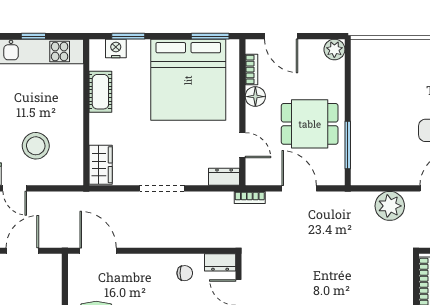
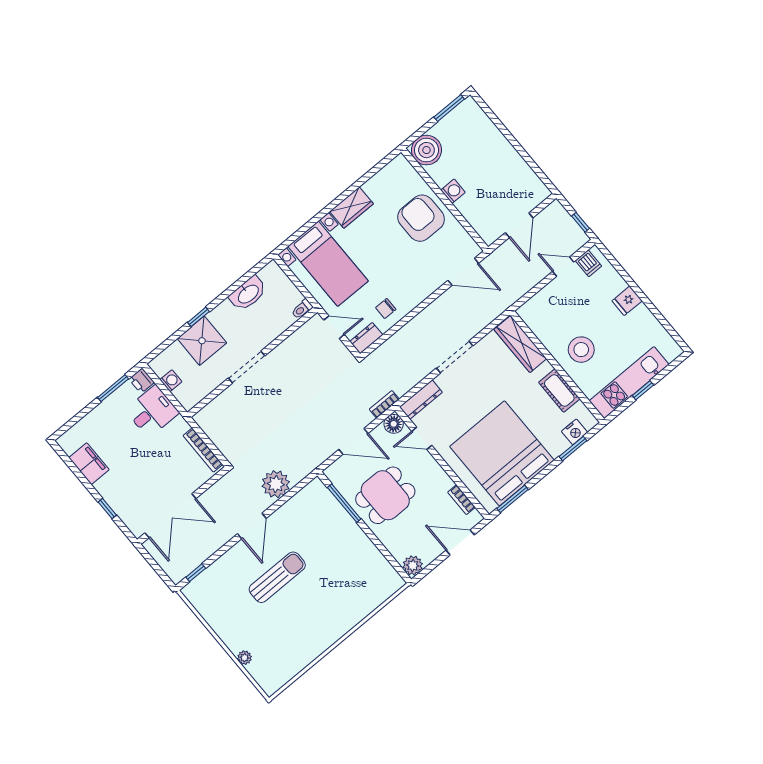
floor lamp: (255, 97) -> (394, 424), moved
stool: (36, 146) -> (581, 350), moved
wardrobe: (101, 165) -> (520, 344), width x1.50
dresser: (224, 177) -> (421, 400), width x1.44

